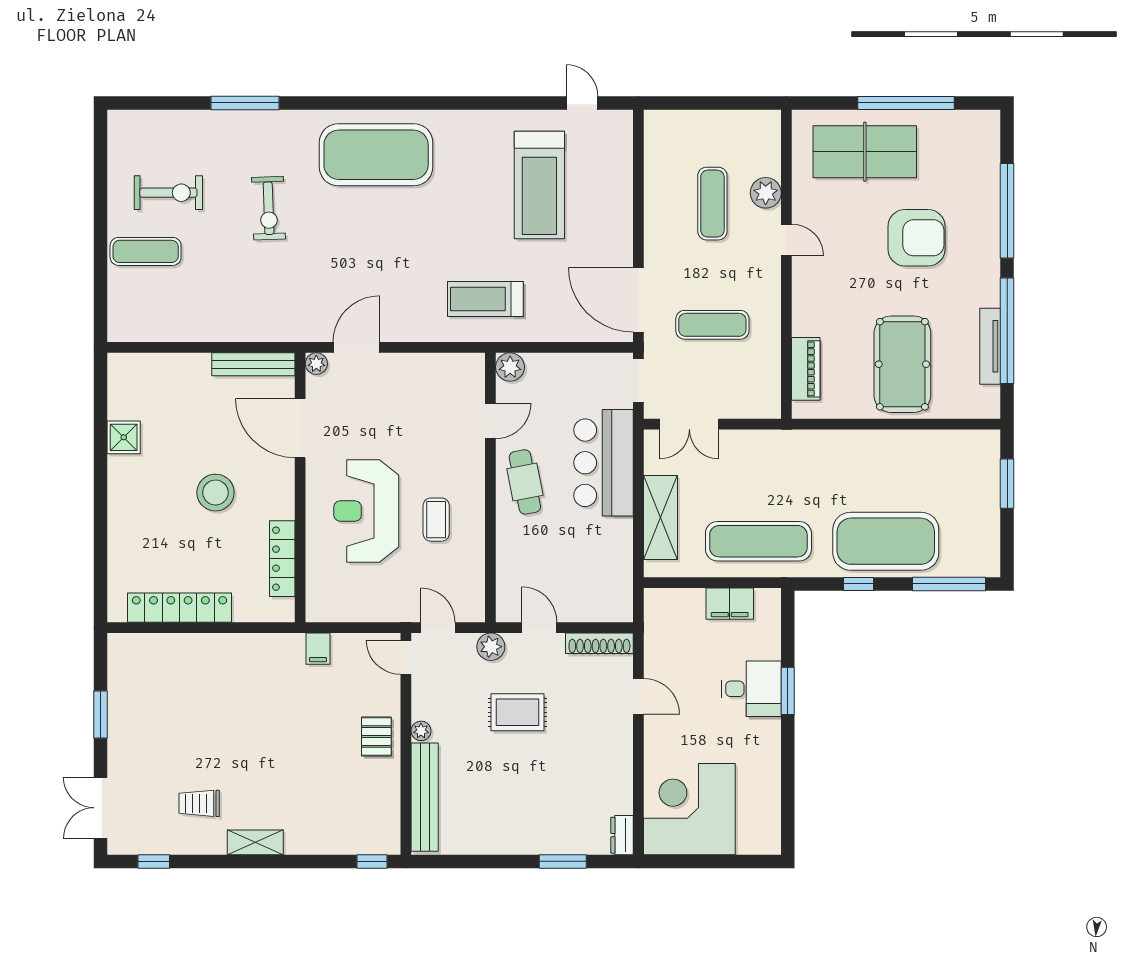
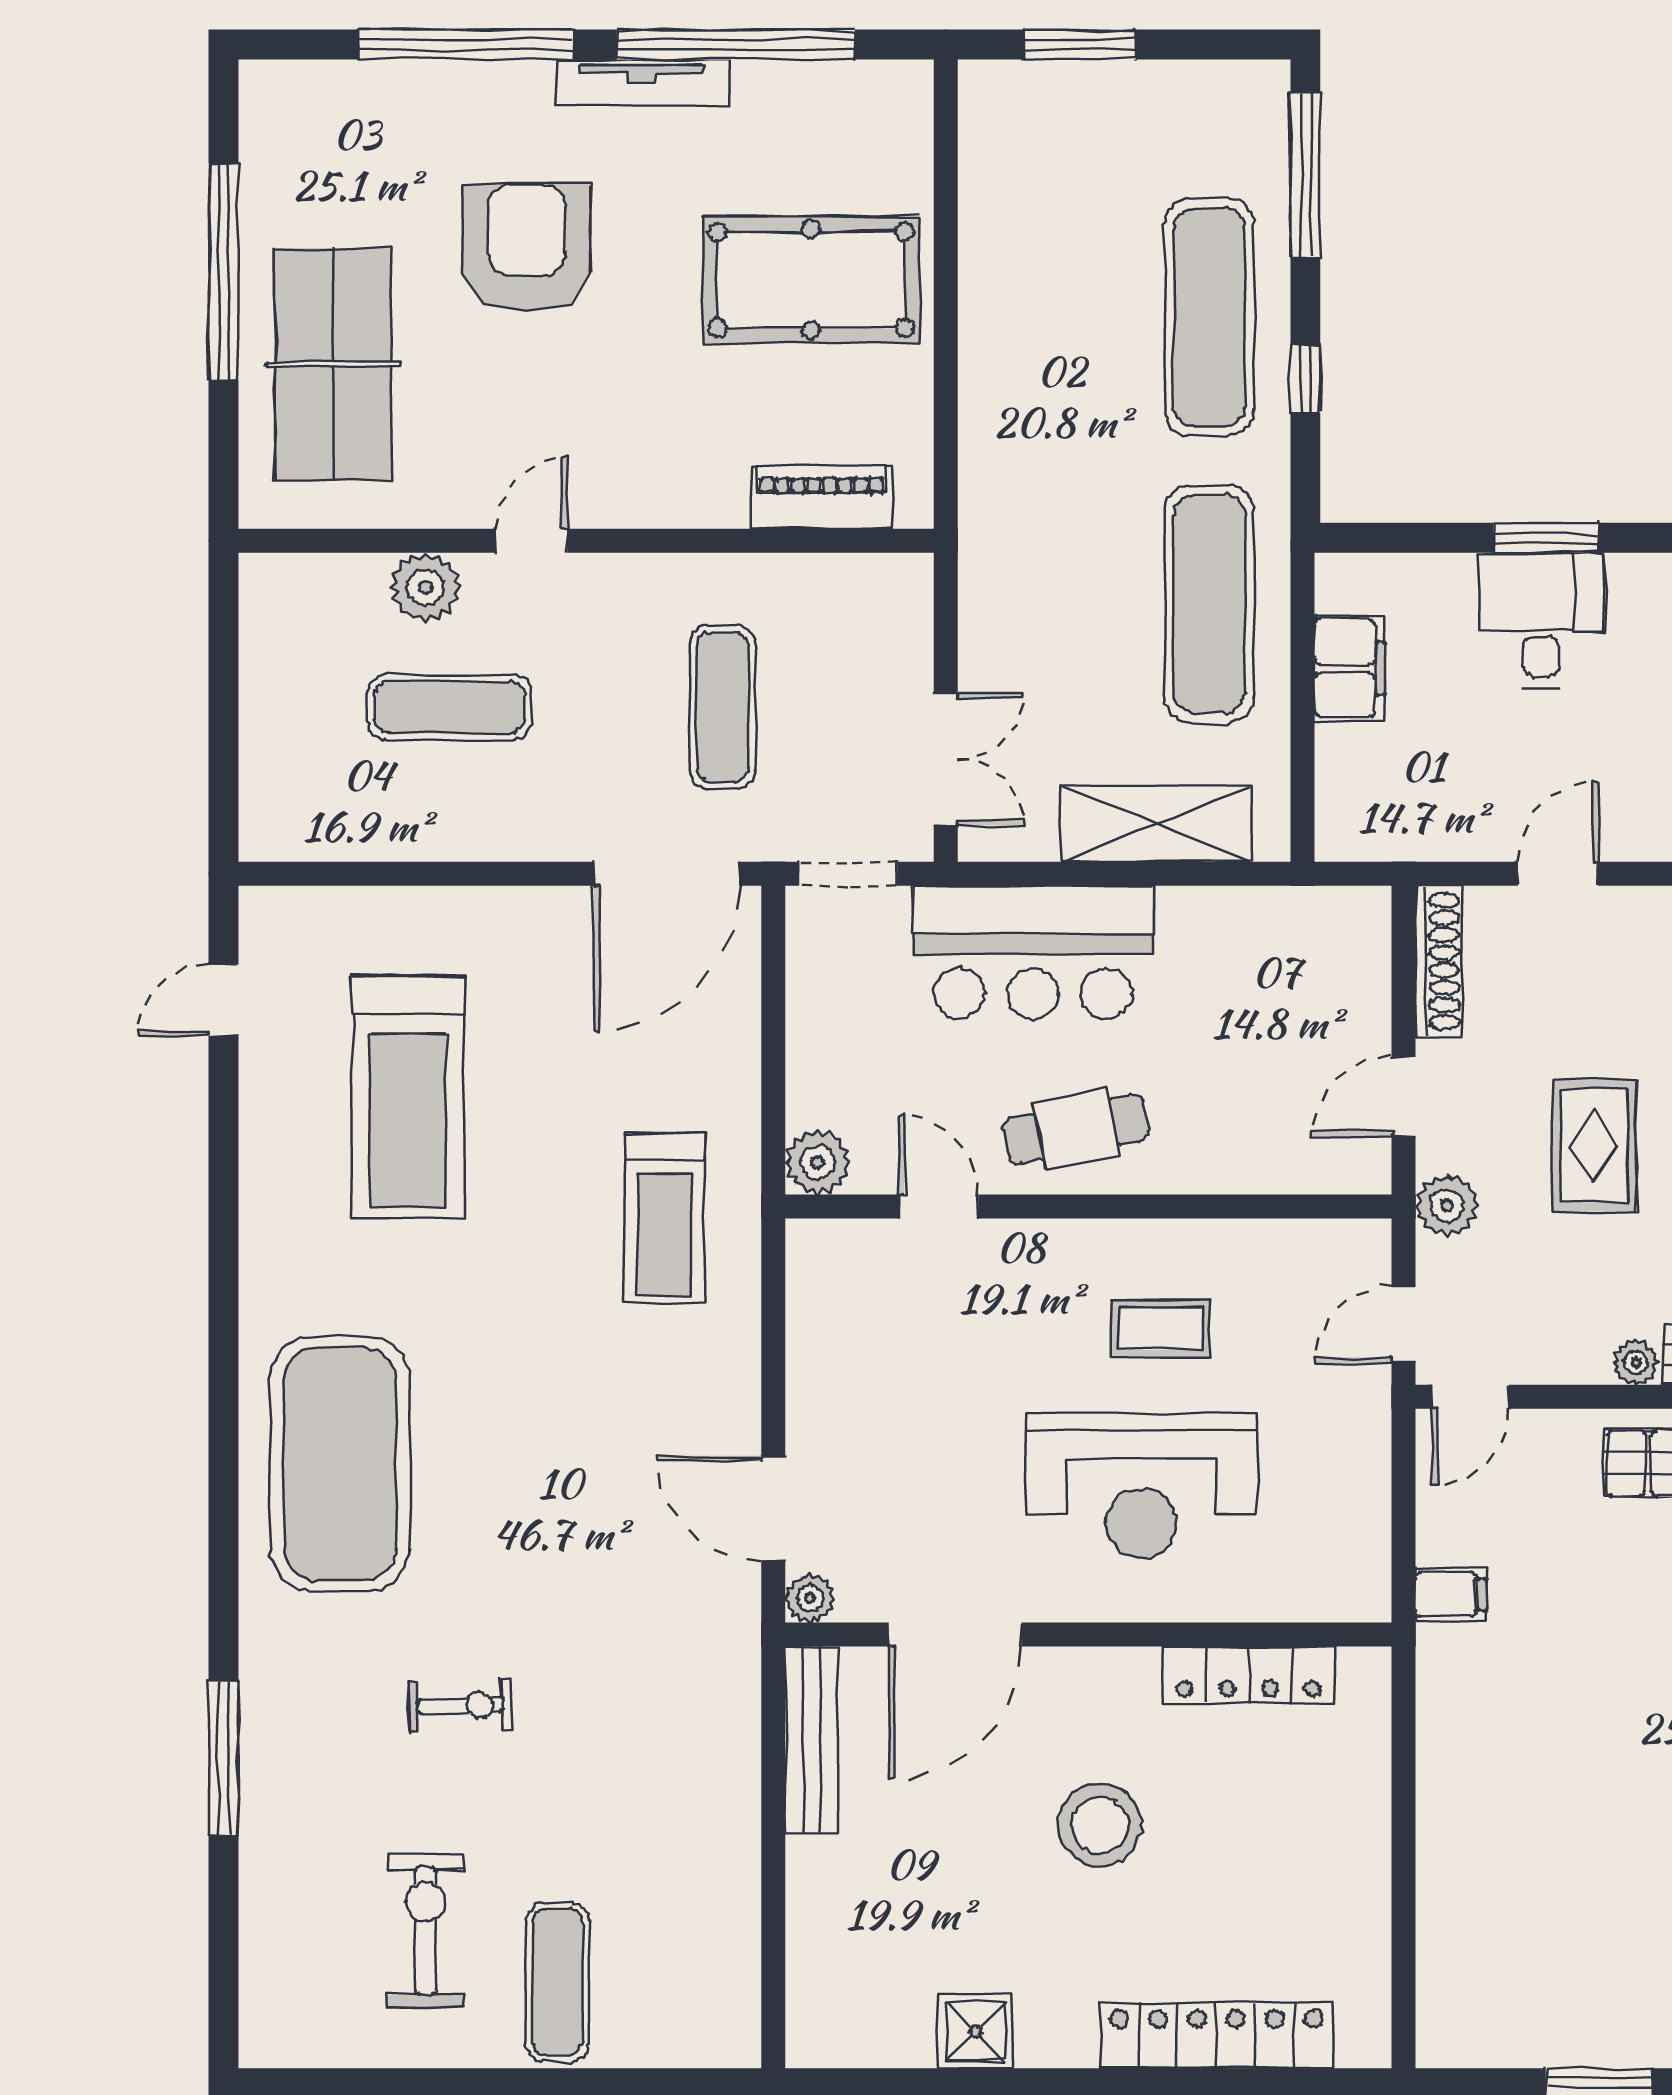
treadmill: (539, 185) -> (408, 1097), turned 90
exercise bike: (269, 208) -> (460, 1706), width x0.73, depth x0.72
tv unit: (990, 346) -> (642, 83), moved
exercise mat: (886, 541) -> (1209, 317), width x0.68
locker: (179, 608) -> (1216, 2035), moved, turned 90

